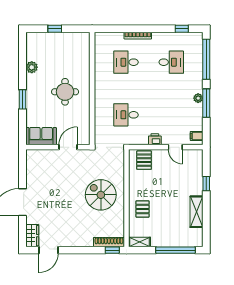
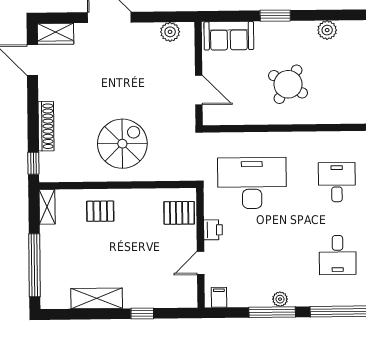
round table: (65, 92) -> (288, 84), turned 32
desk: (126, 115) -> (252, 183), width x1.87, depth x1.30
sofa: (41, 136) -> (229, 36), moved, turned 90
plant: (32, 165) -> (170, 32), added
shoe rack: (109, 242) -> (46, 126), moved

